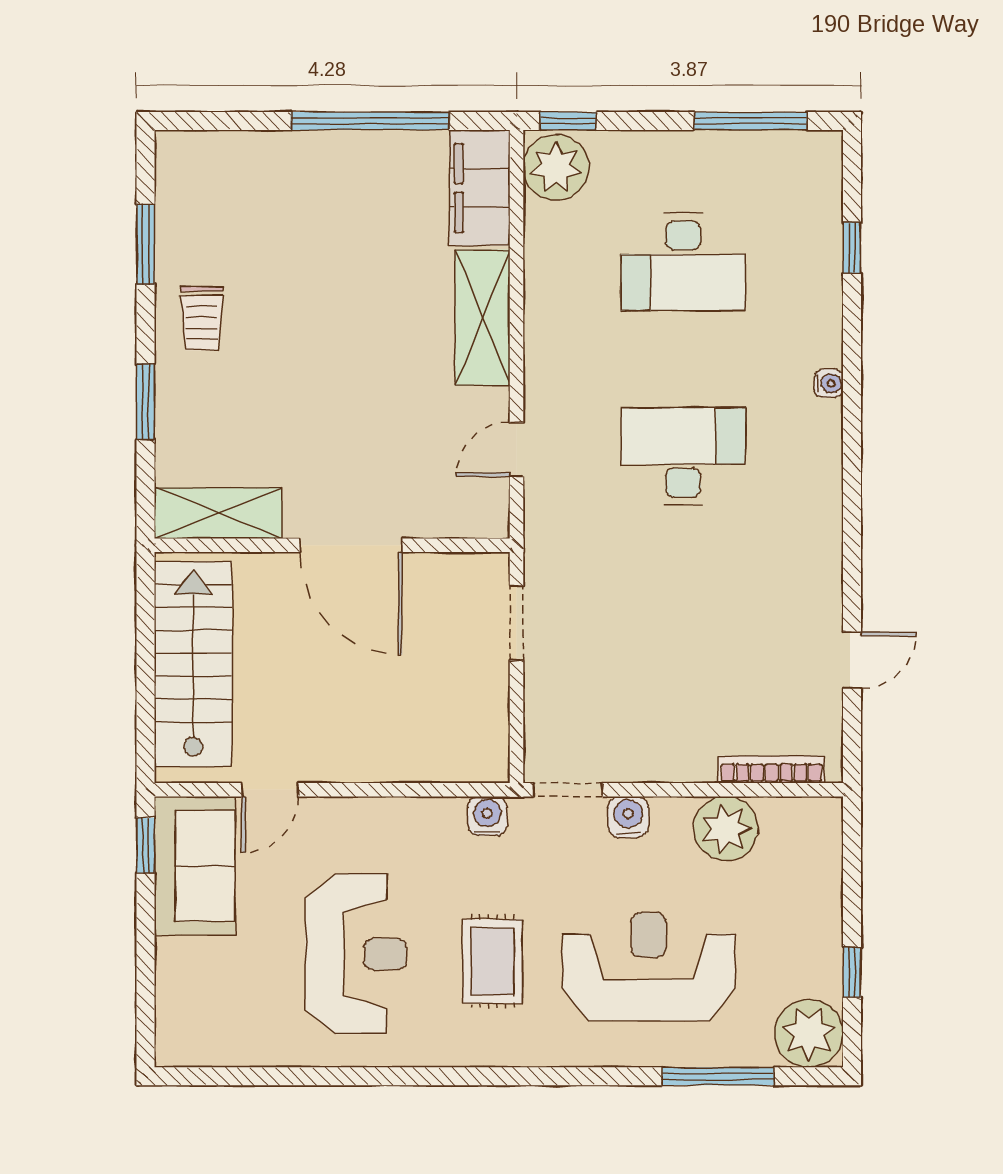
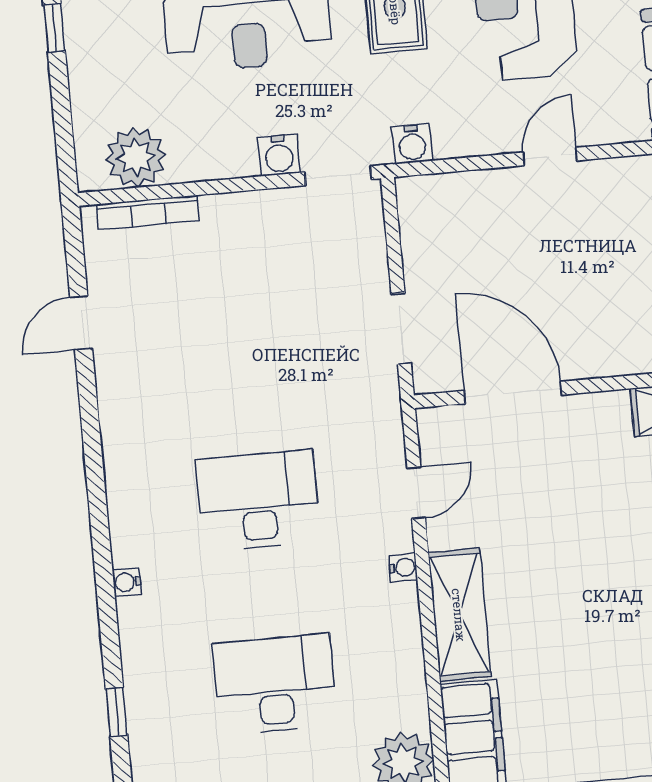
water cooler: (537, 372) -> (403, 568), added
desk: (683, 456) -> (258, 501), turned 180
door: (351, 545) -> (513, 393), moved
door: (270, 790) -> (550, 157), moved
plant: (726, 828) -> (136, 157), moved

